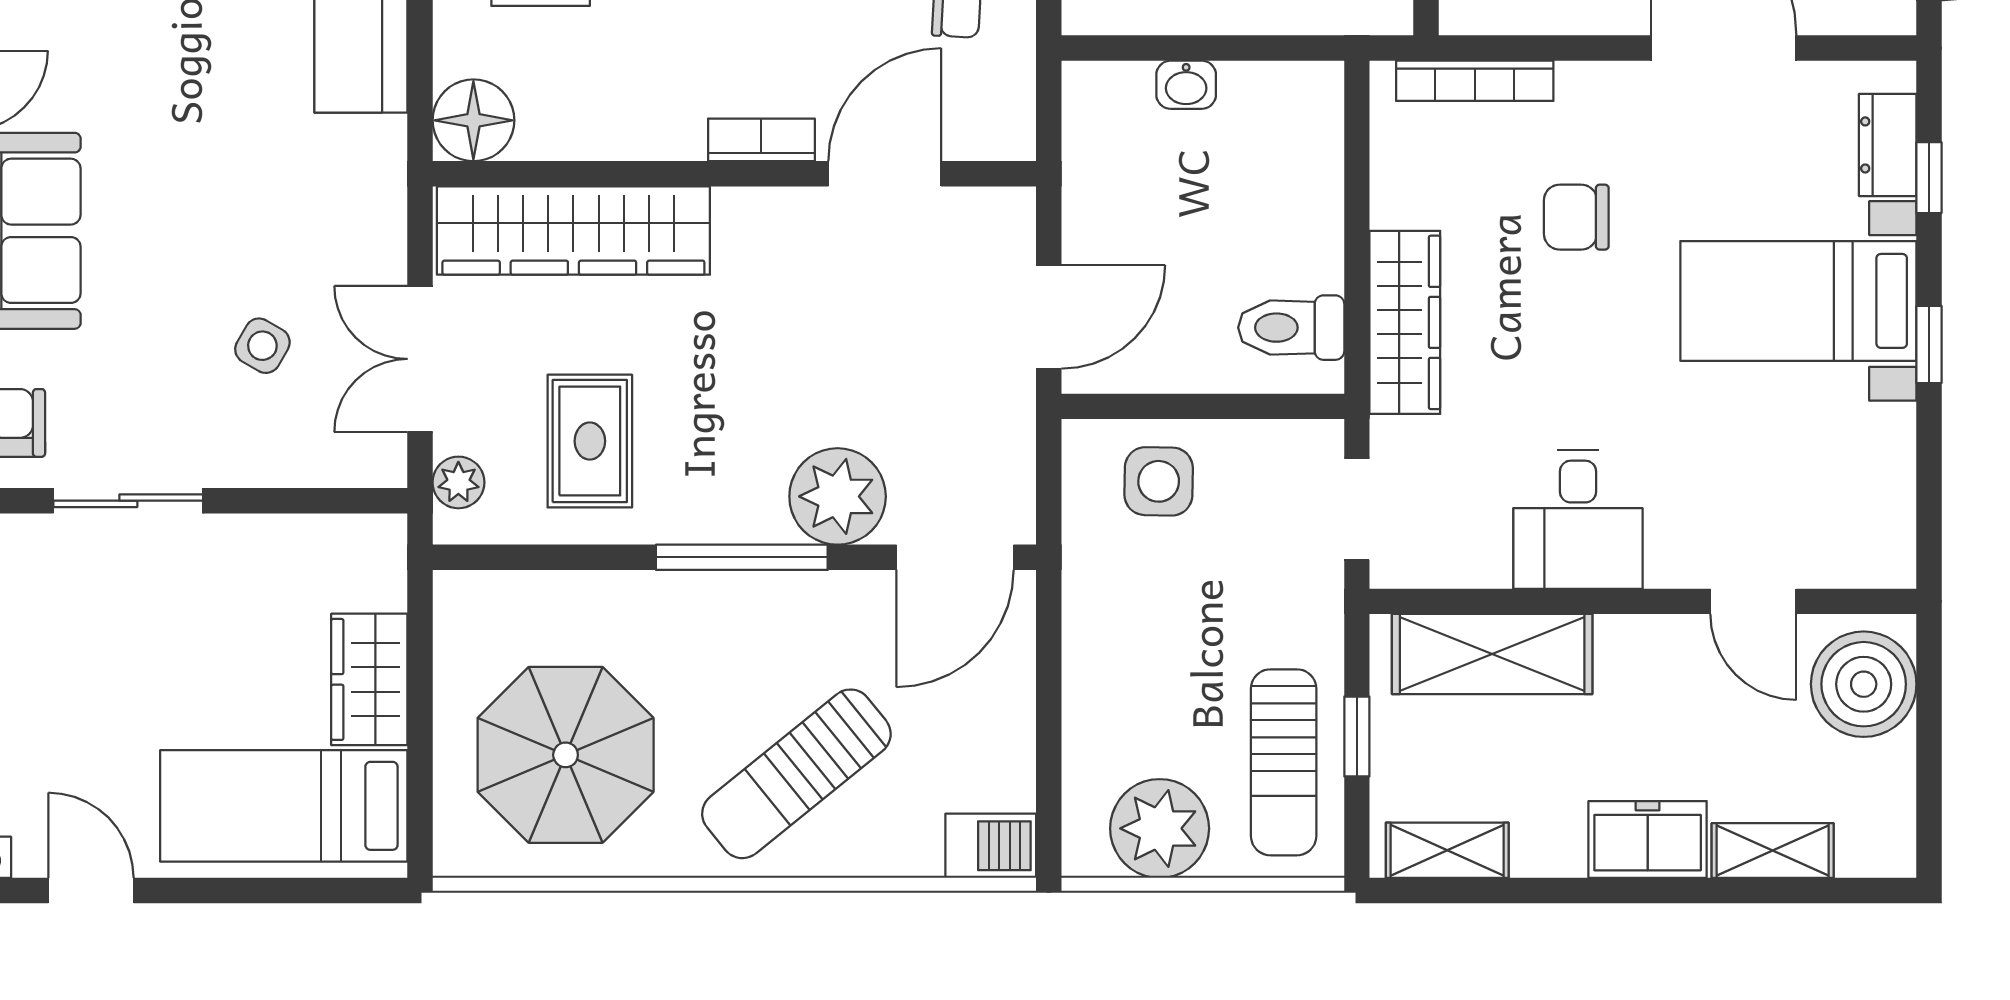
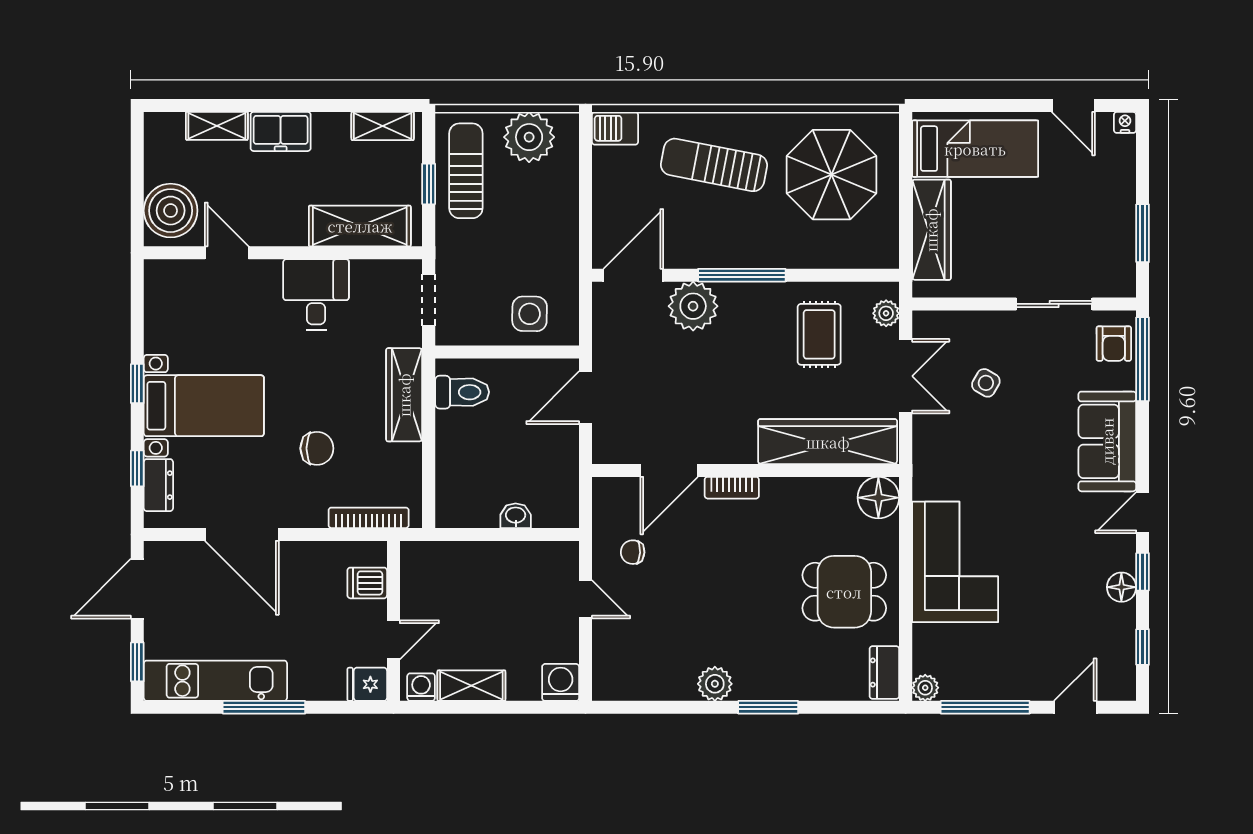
wardrobe: (369, 679) -> (931, 230), width x1.50
sun lounger: (796, 774) -> (714, 165), turned -130

